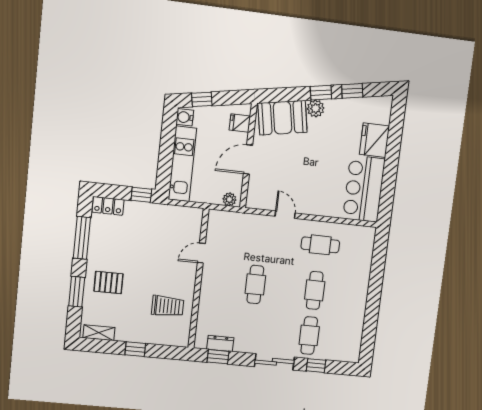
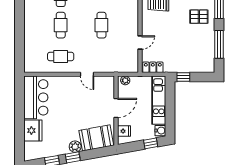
locker: (108, 206) -> (153, 67), moved

